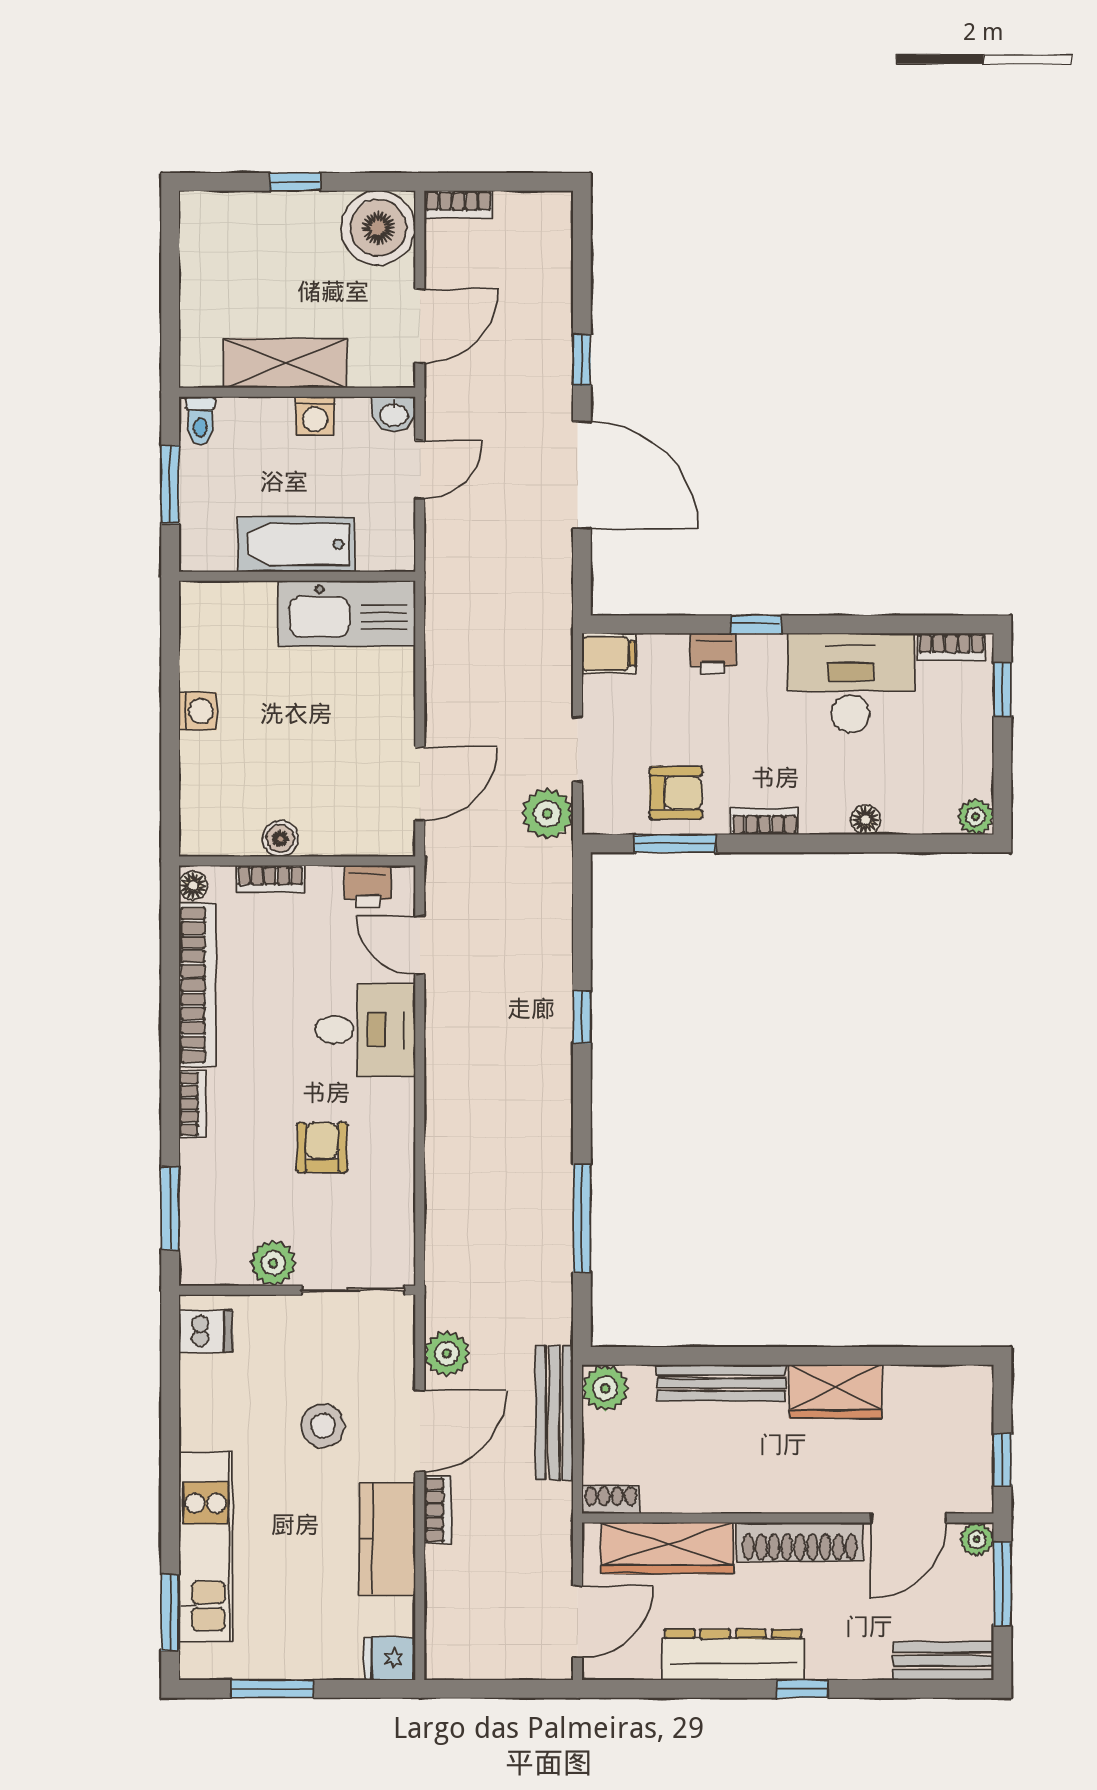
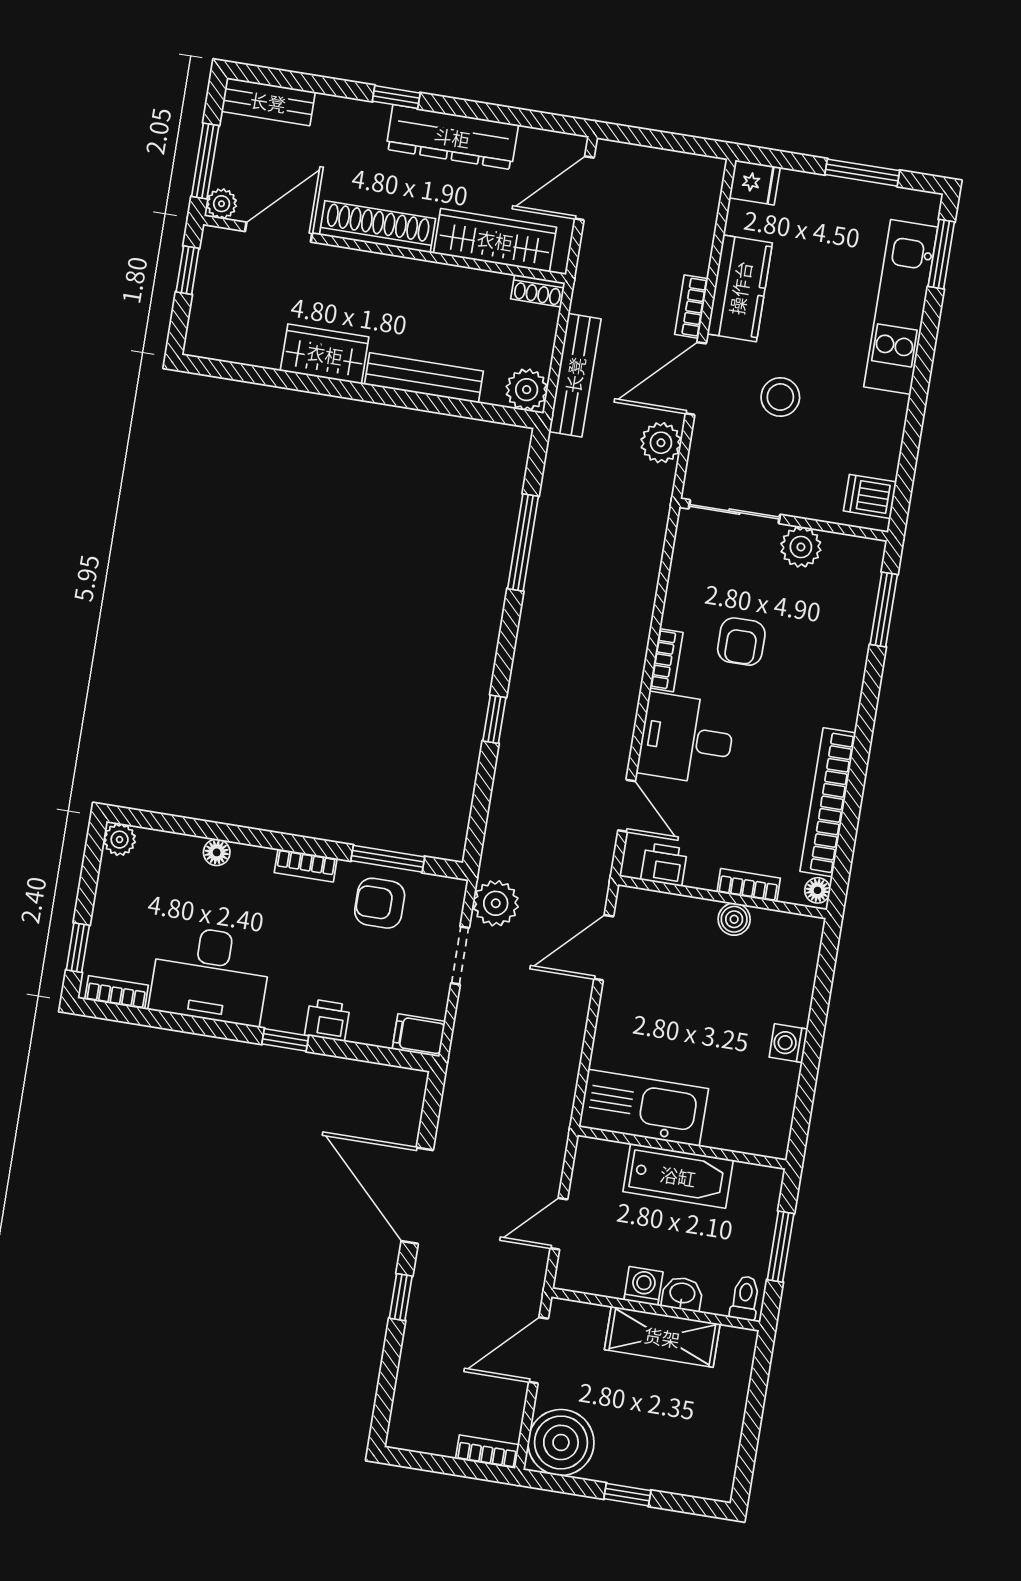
washbasin: (394, 414) -> (682, 1294), moved
bookcase: (192, 1104) -> (666, 660), moved, turned 180

